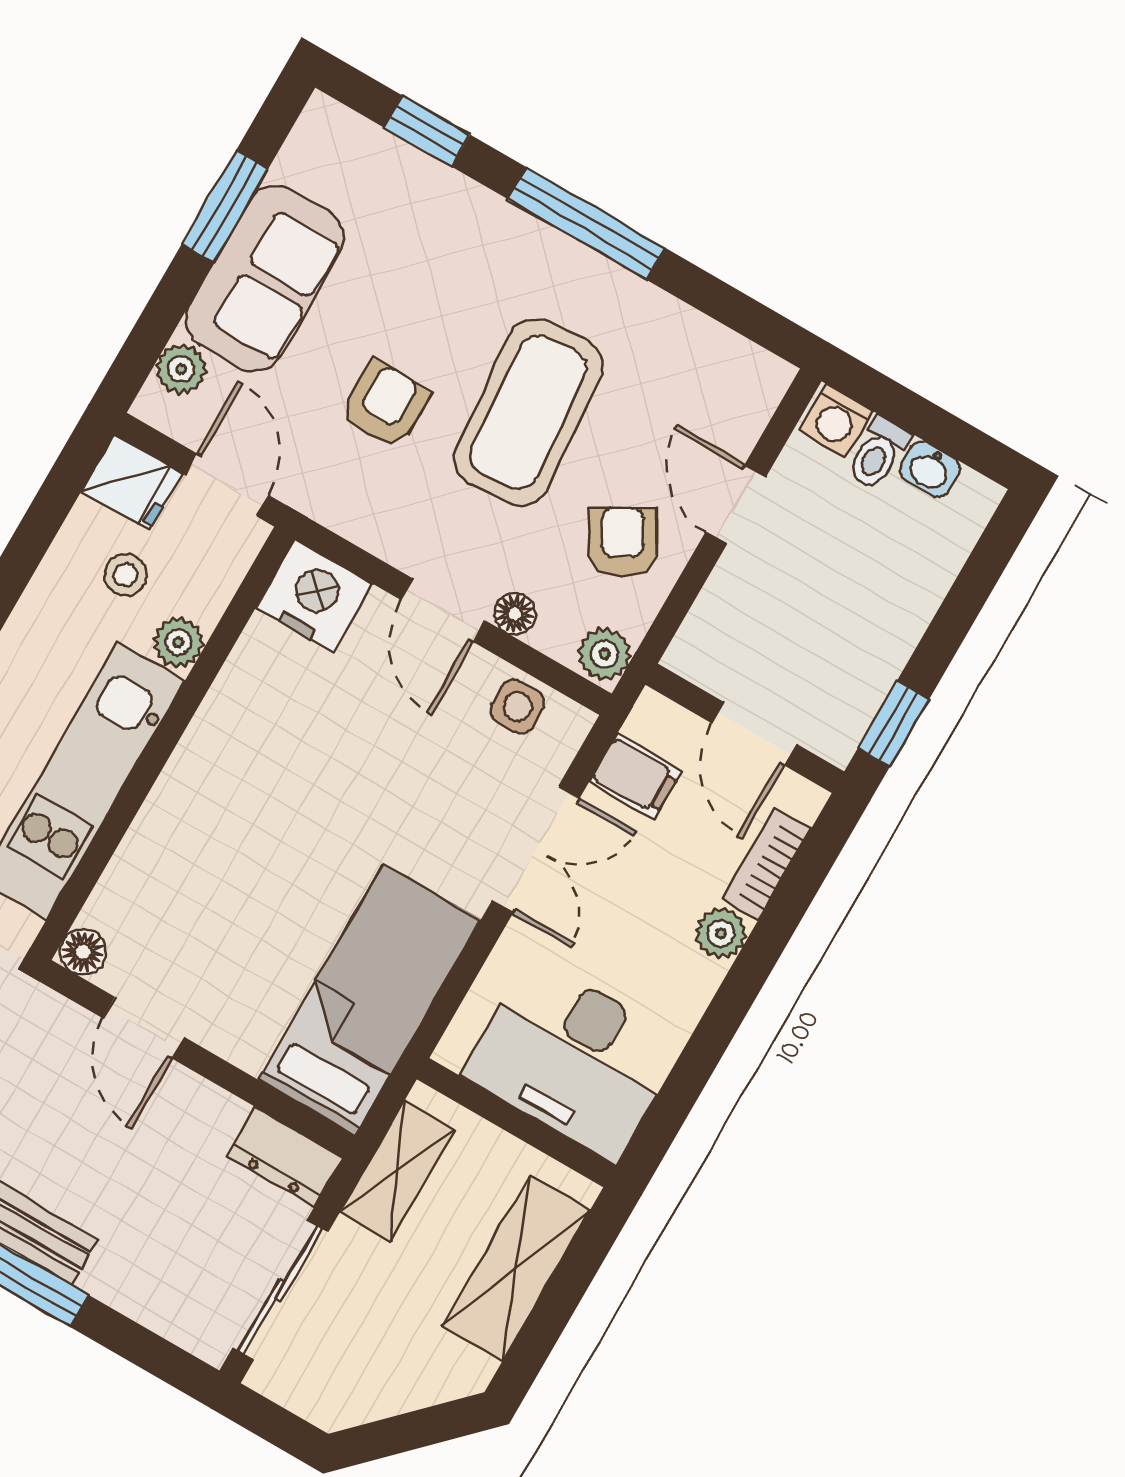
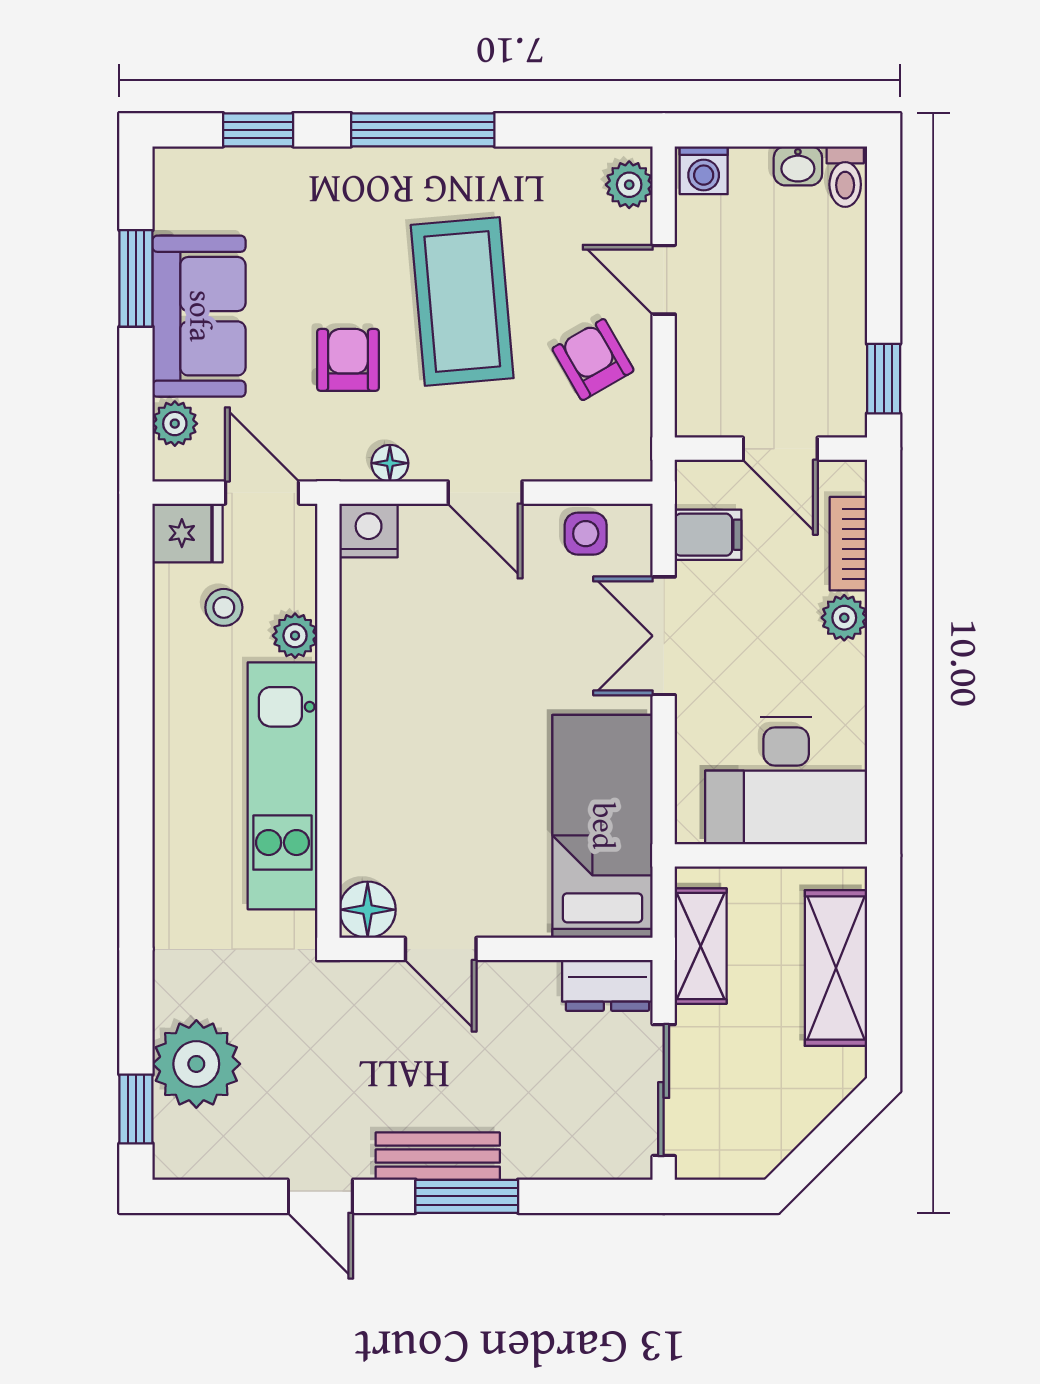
toilet: (878, 453) -> (845, 177), moved
nightstand: (314, 596) -> (369, 530), width x0.74, depth x0.75
floor lamp: (515, 614) -> (390, 463), moved
plant: (604, 654) -> (629, 185), moved
double door: (536, 850) -> (664, 636), swing flipped
floor lamp: (83, 952) -> (368, 910), width x1.37, depth x1.37

